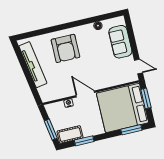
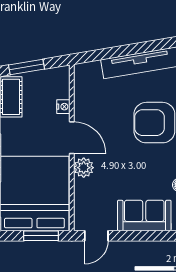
plant: (101, 83) -> (84, 168), added
door: (85, 94) -> (72, 138), hinge flipped

